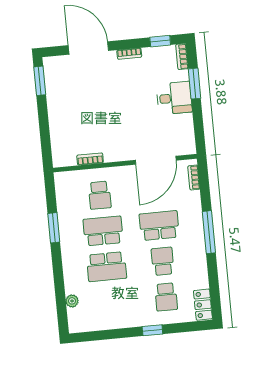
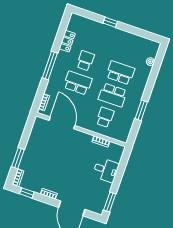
desk: (174, 98) -> (106, 170), moved, turned 180
door: (156, 160) -> (62, 123), hinge flipped
school desk: (159, 226) -> (78, 83), turned 180
school desk: (163, 261) -> (85, 61), turned 180
school desk: (166, 297) -> (93, 38), removed
locker: (203, 305) -> (67, 41), moved

